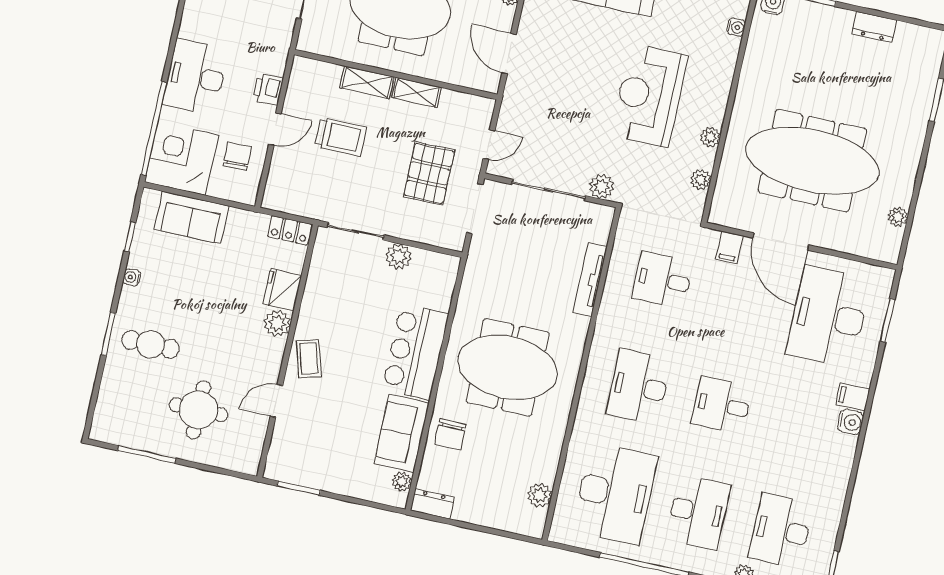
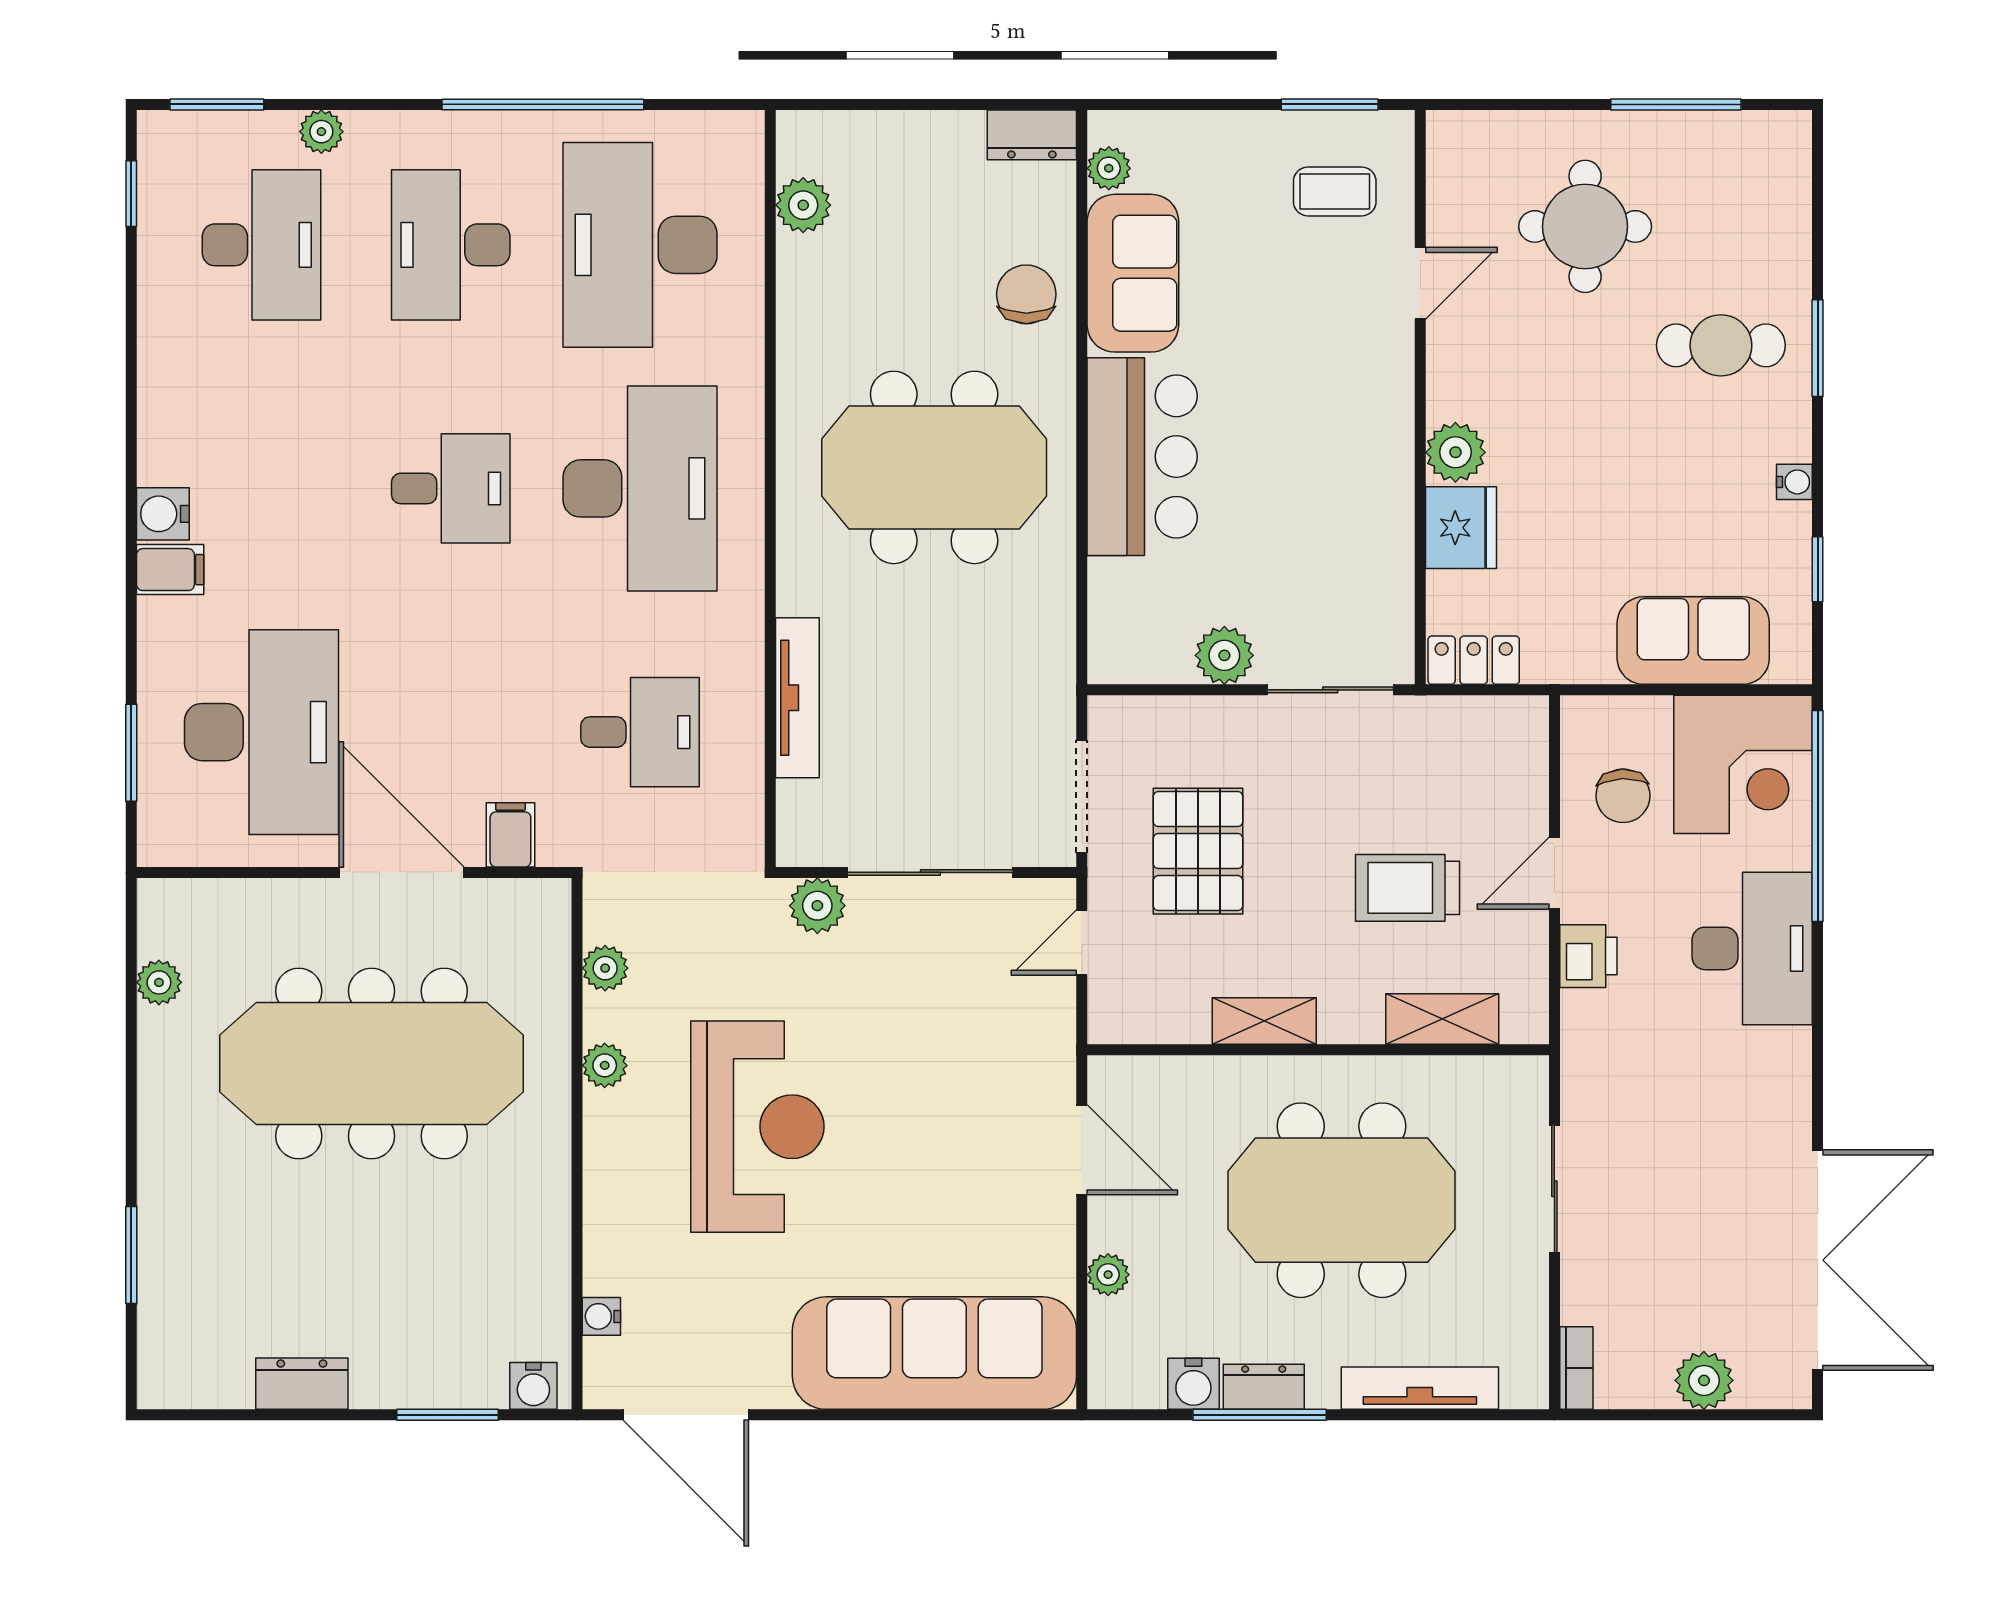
shelving: (367, 82) -> (1442, 1019), moved
coffee table: (309, 359) -> (1335, 191), moved, turned -74
desk: (639, 387) -> (640, 488), width x1.36, depth x1.30

